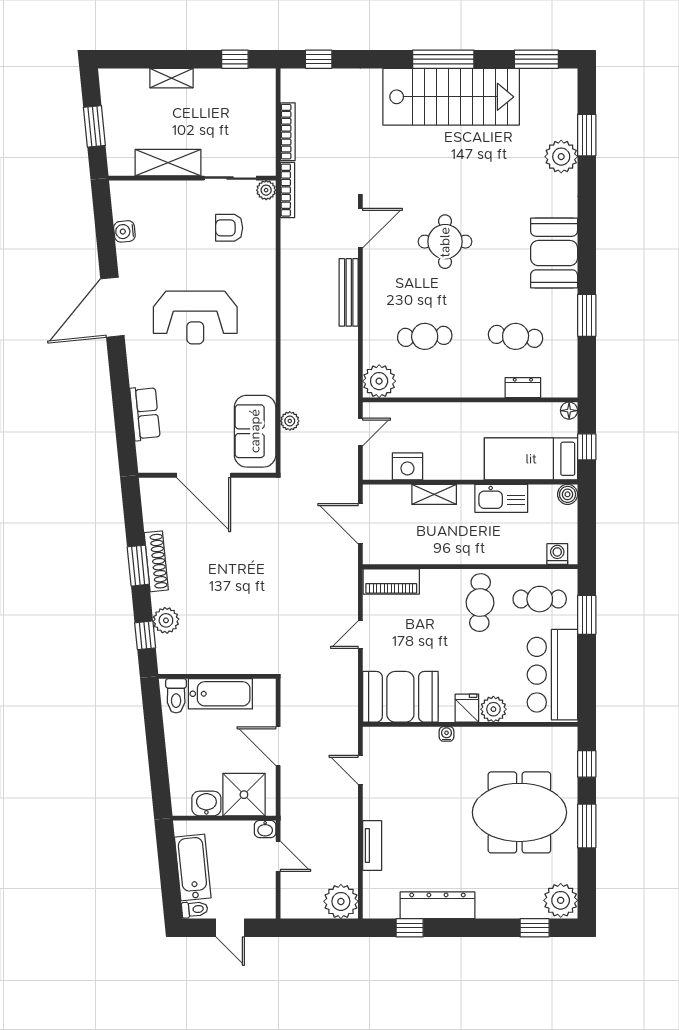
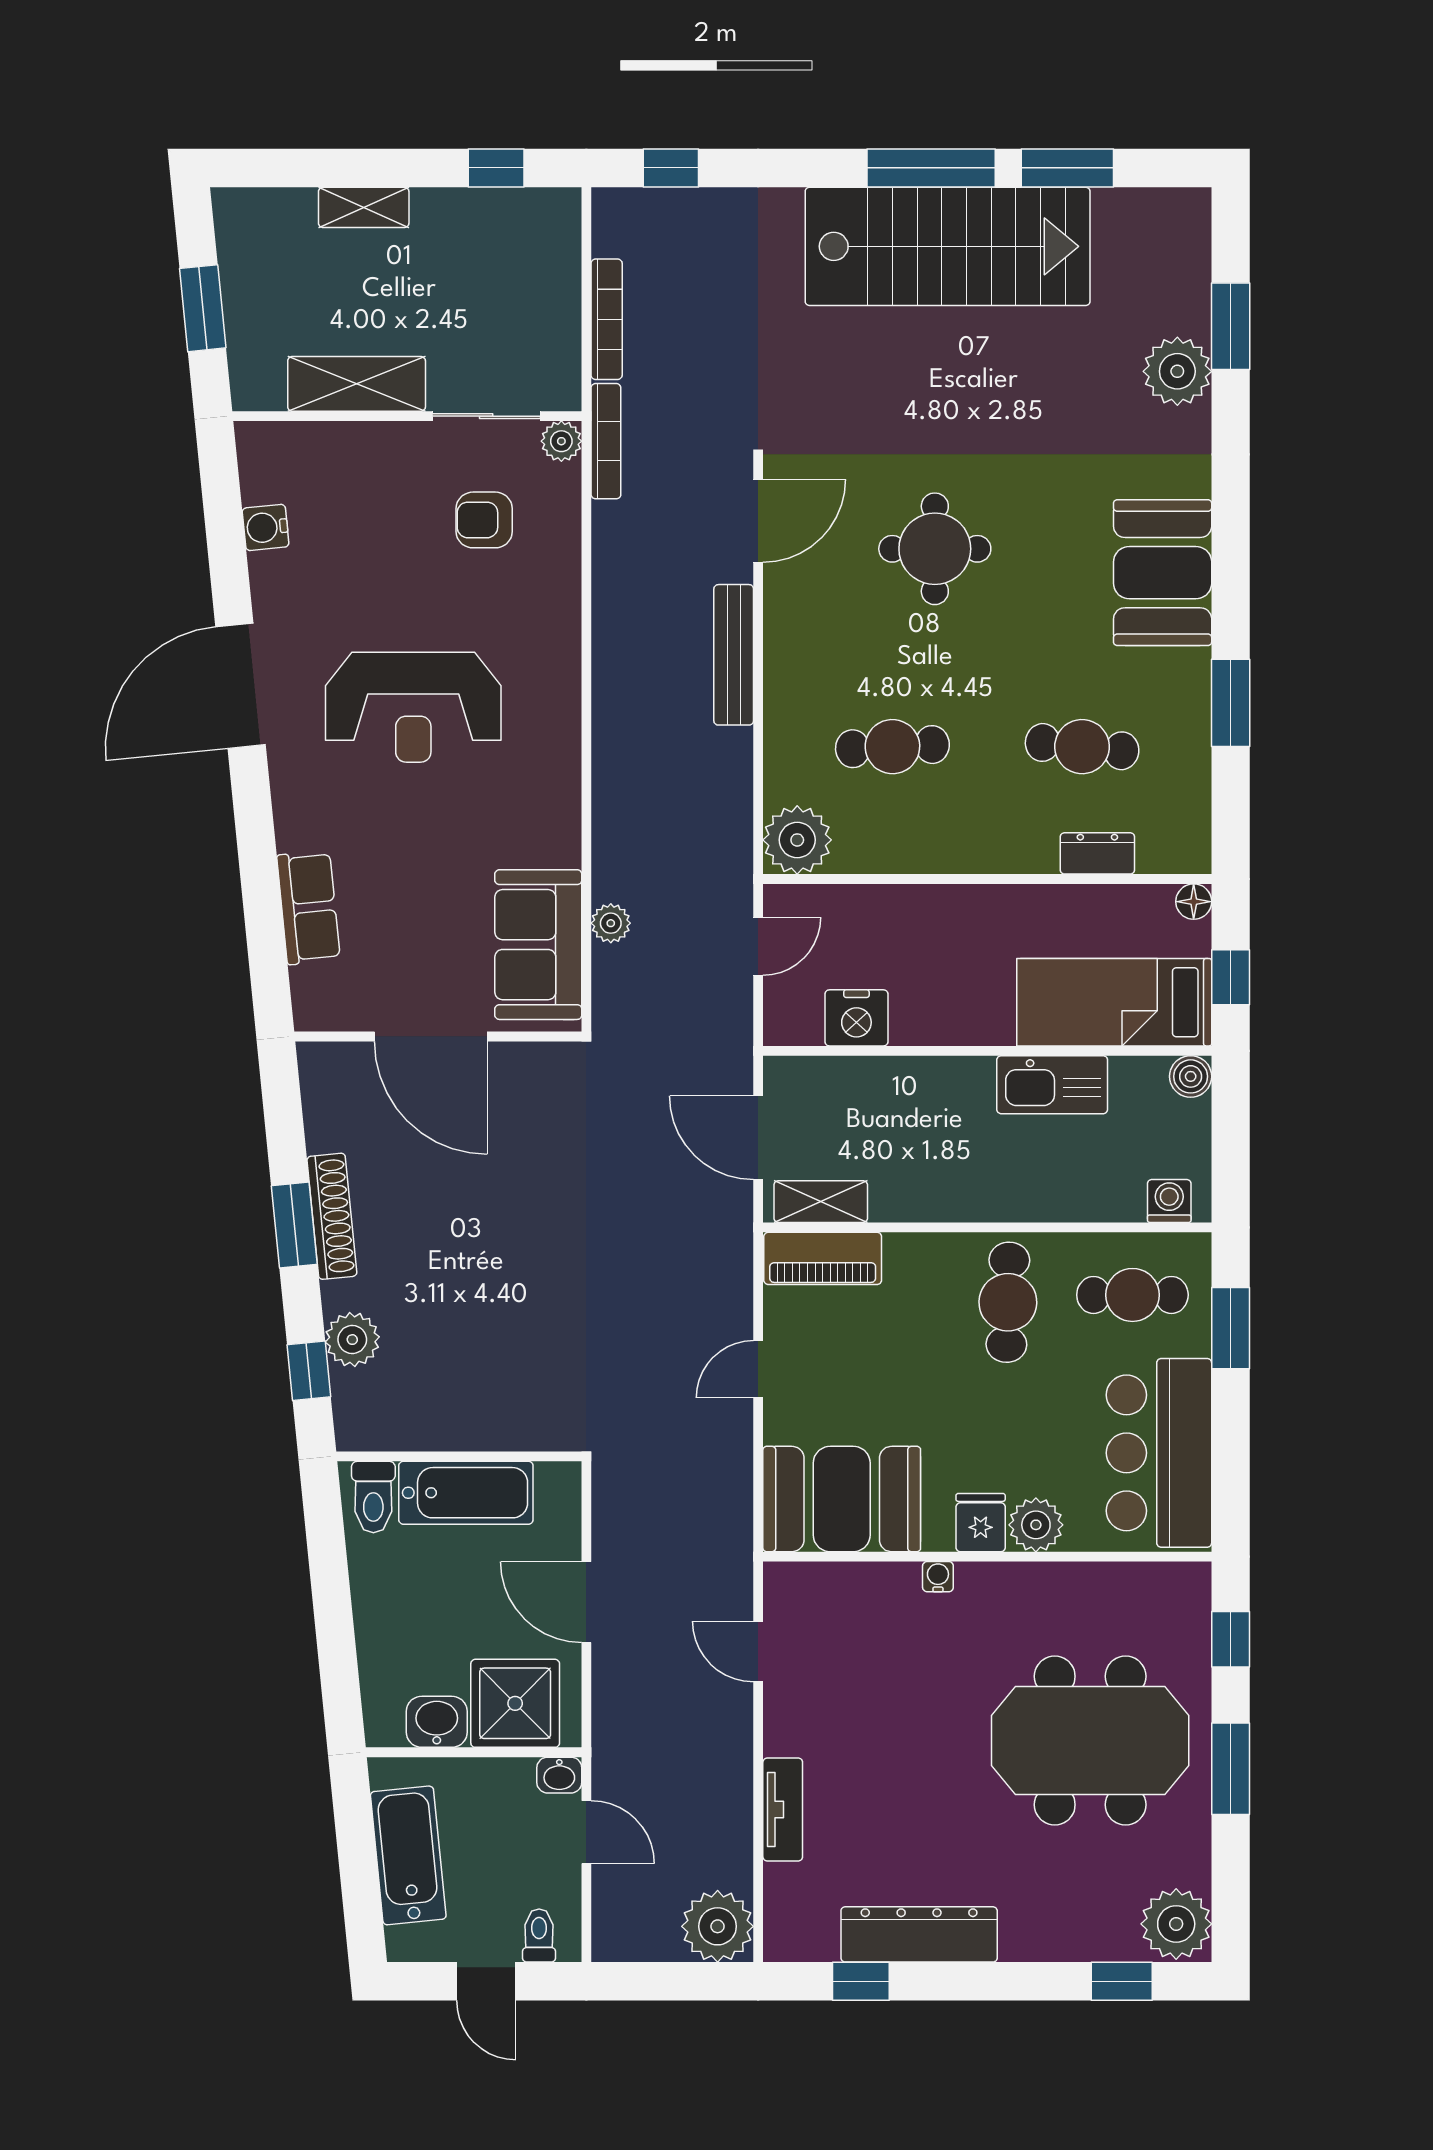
window: (536, 59) -> (1067, 168), moved
shelving: (434, 494) -> (821, 1202), moved
toilet: (195, 909) -> (539, 1936), moved, turned -84

